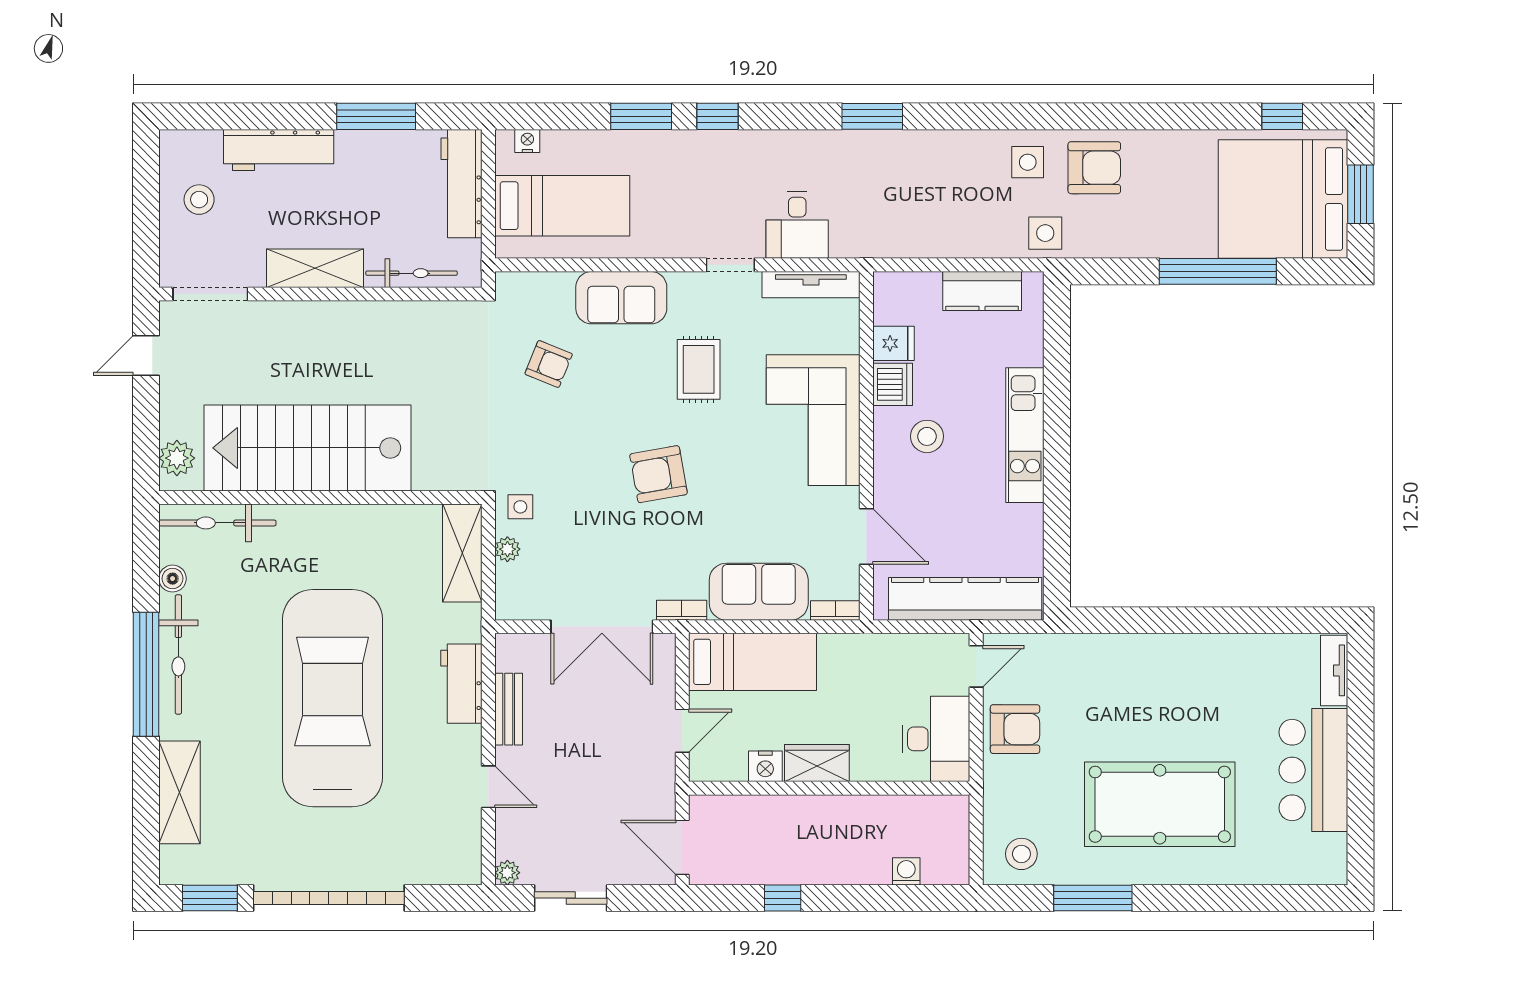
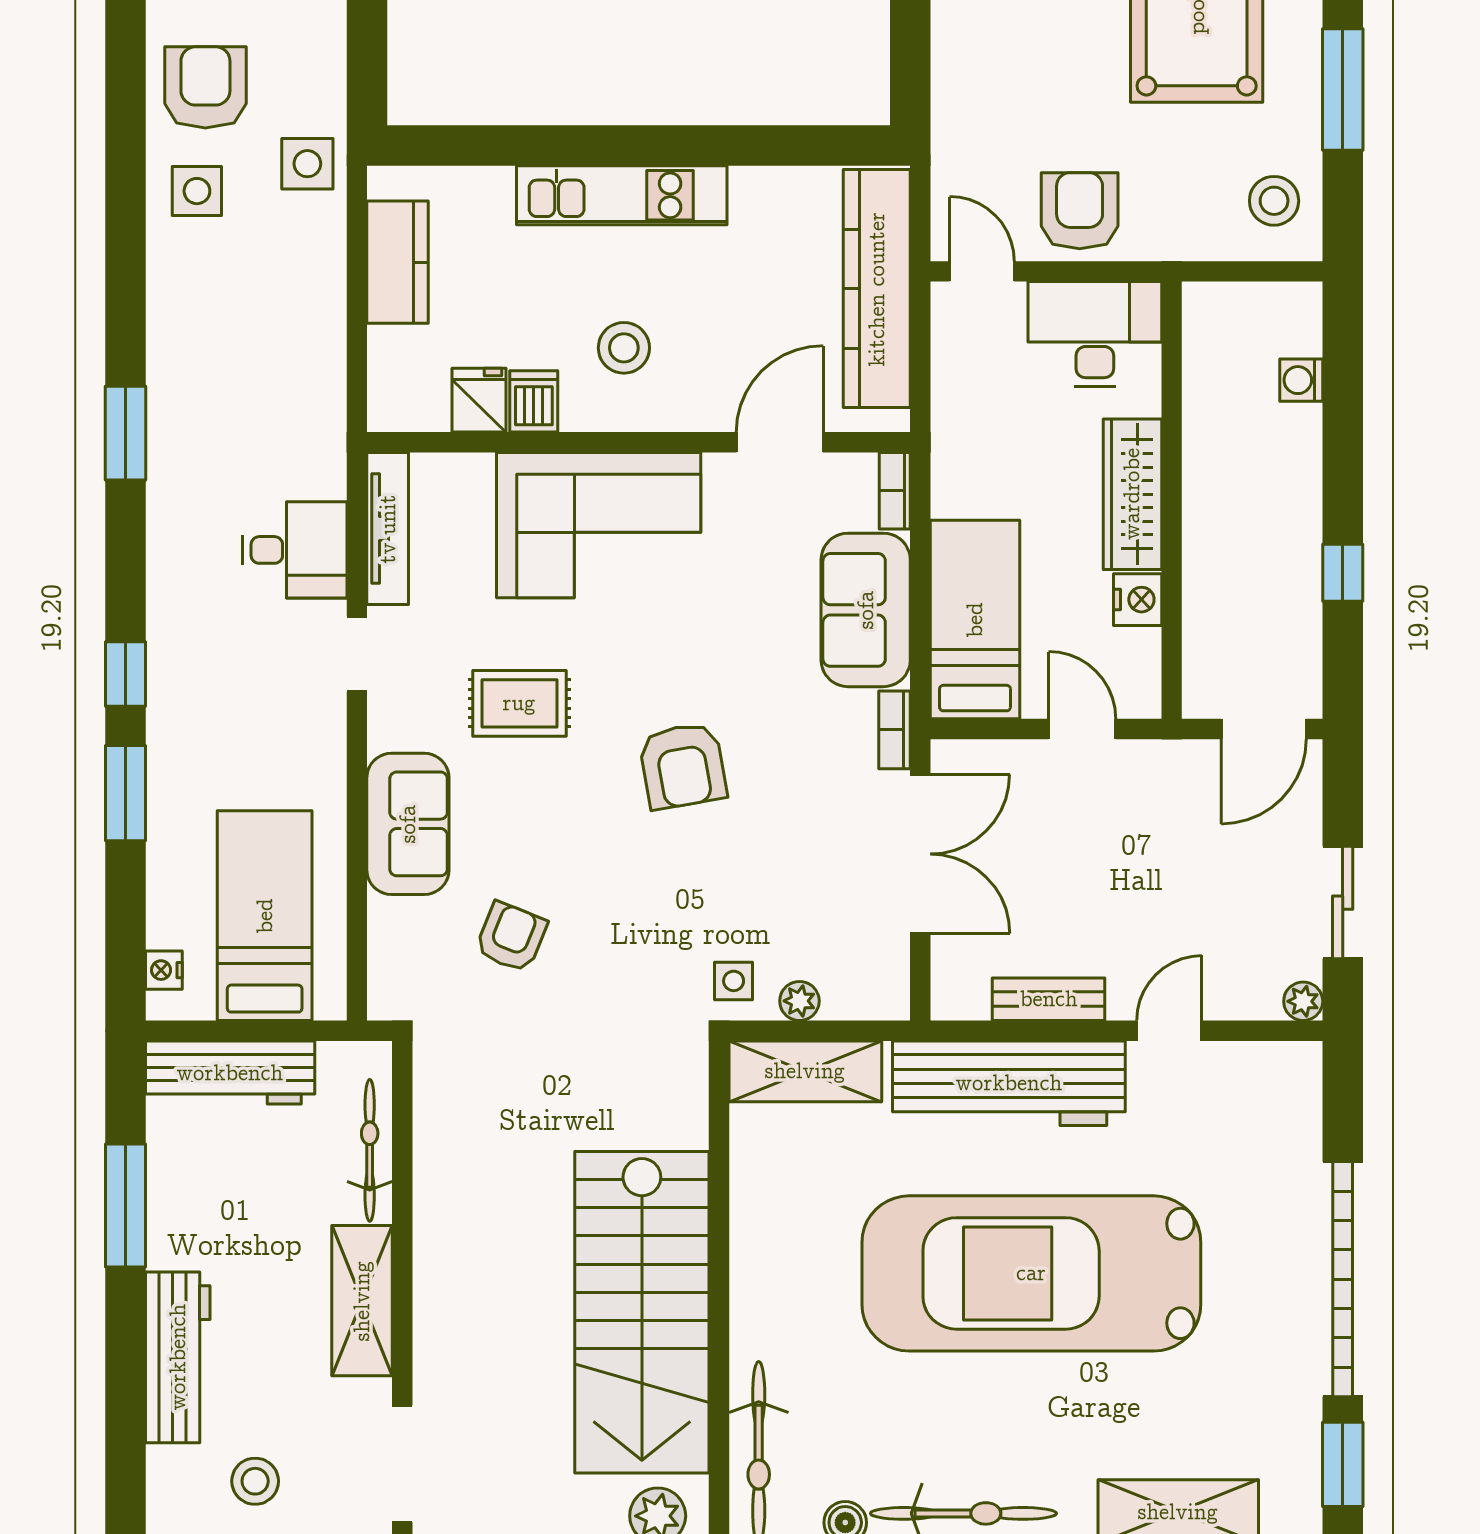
dishwasher: (893, 384) -> (534, 401), width x0.73
workbench: (461, 684) -> (1009, 1083), width x1.87, depth x1.32
wardrobe: (817, 763) -> (1132, 494), width x1.50

